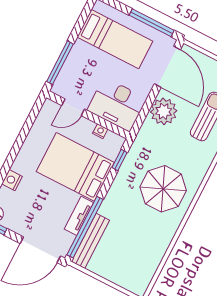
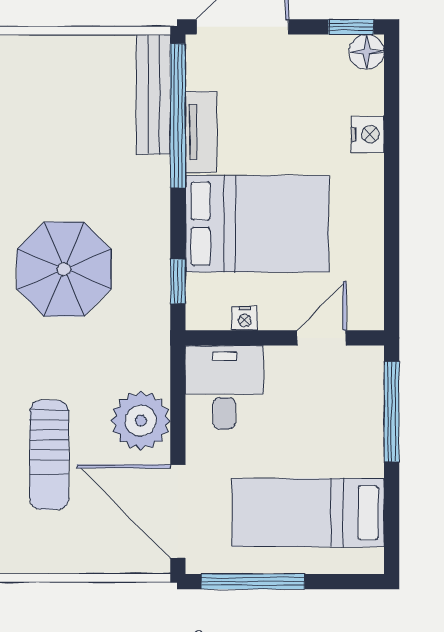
desk: (117, 104) -> (224, 387), width x0.73

